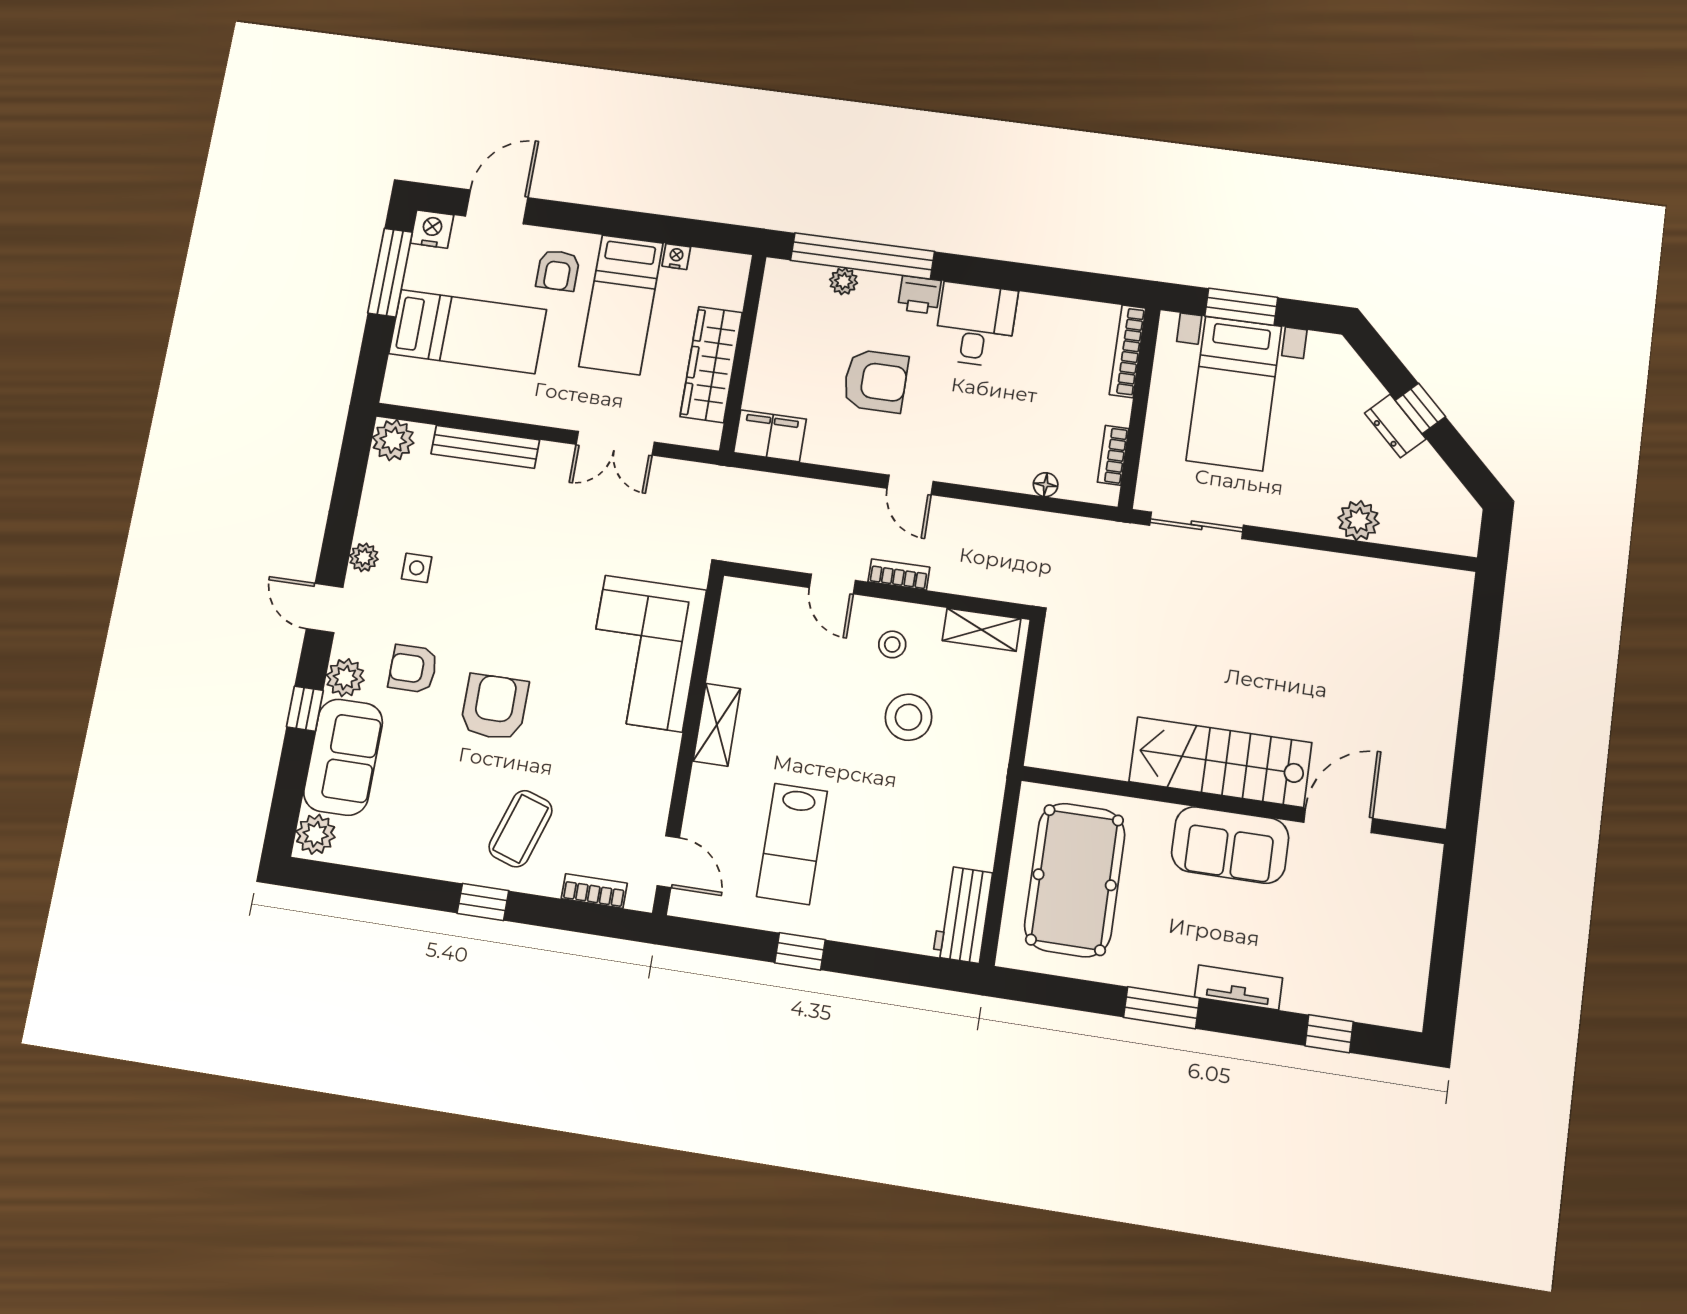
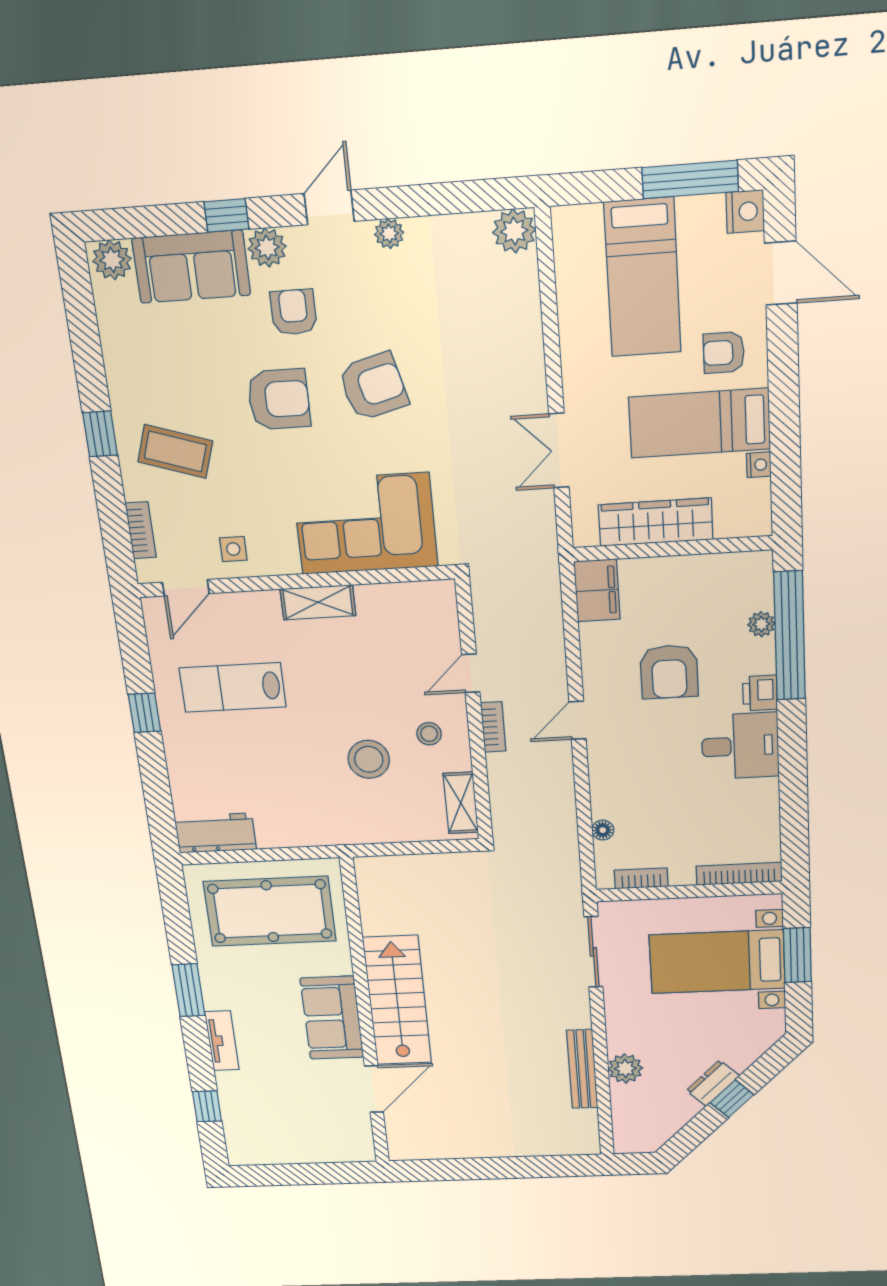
bench: (485, 447) -> (582, 1069), moved
side table: (417, 568) -> (233, 549), moved
armchair: (506, 609) -> (373, 386), added
door: (1338, 820) -> (374, 1089), hinge flipped

